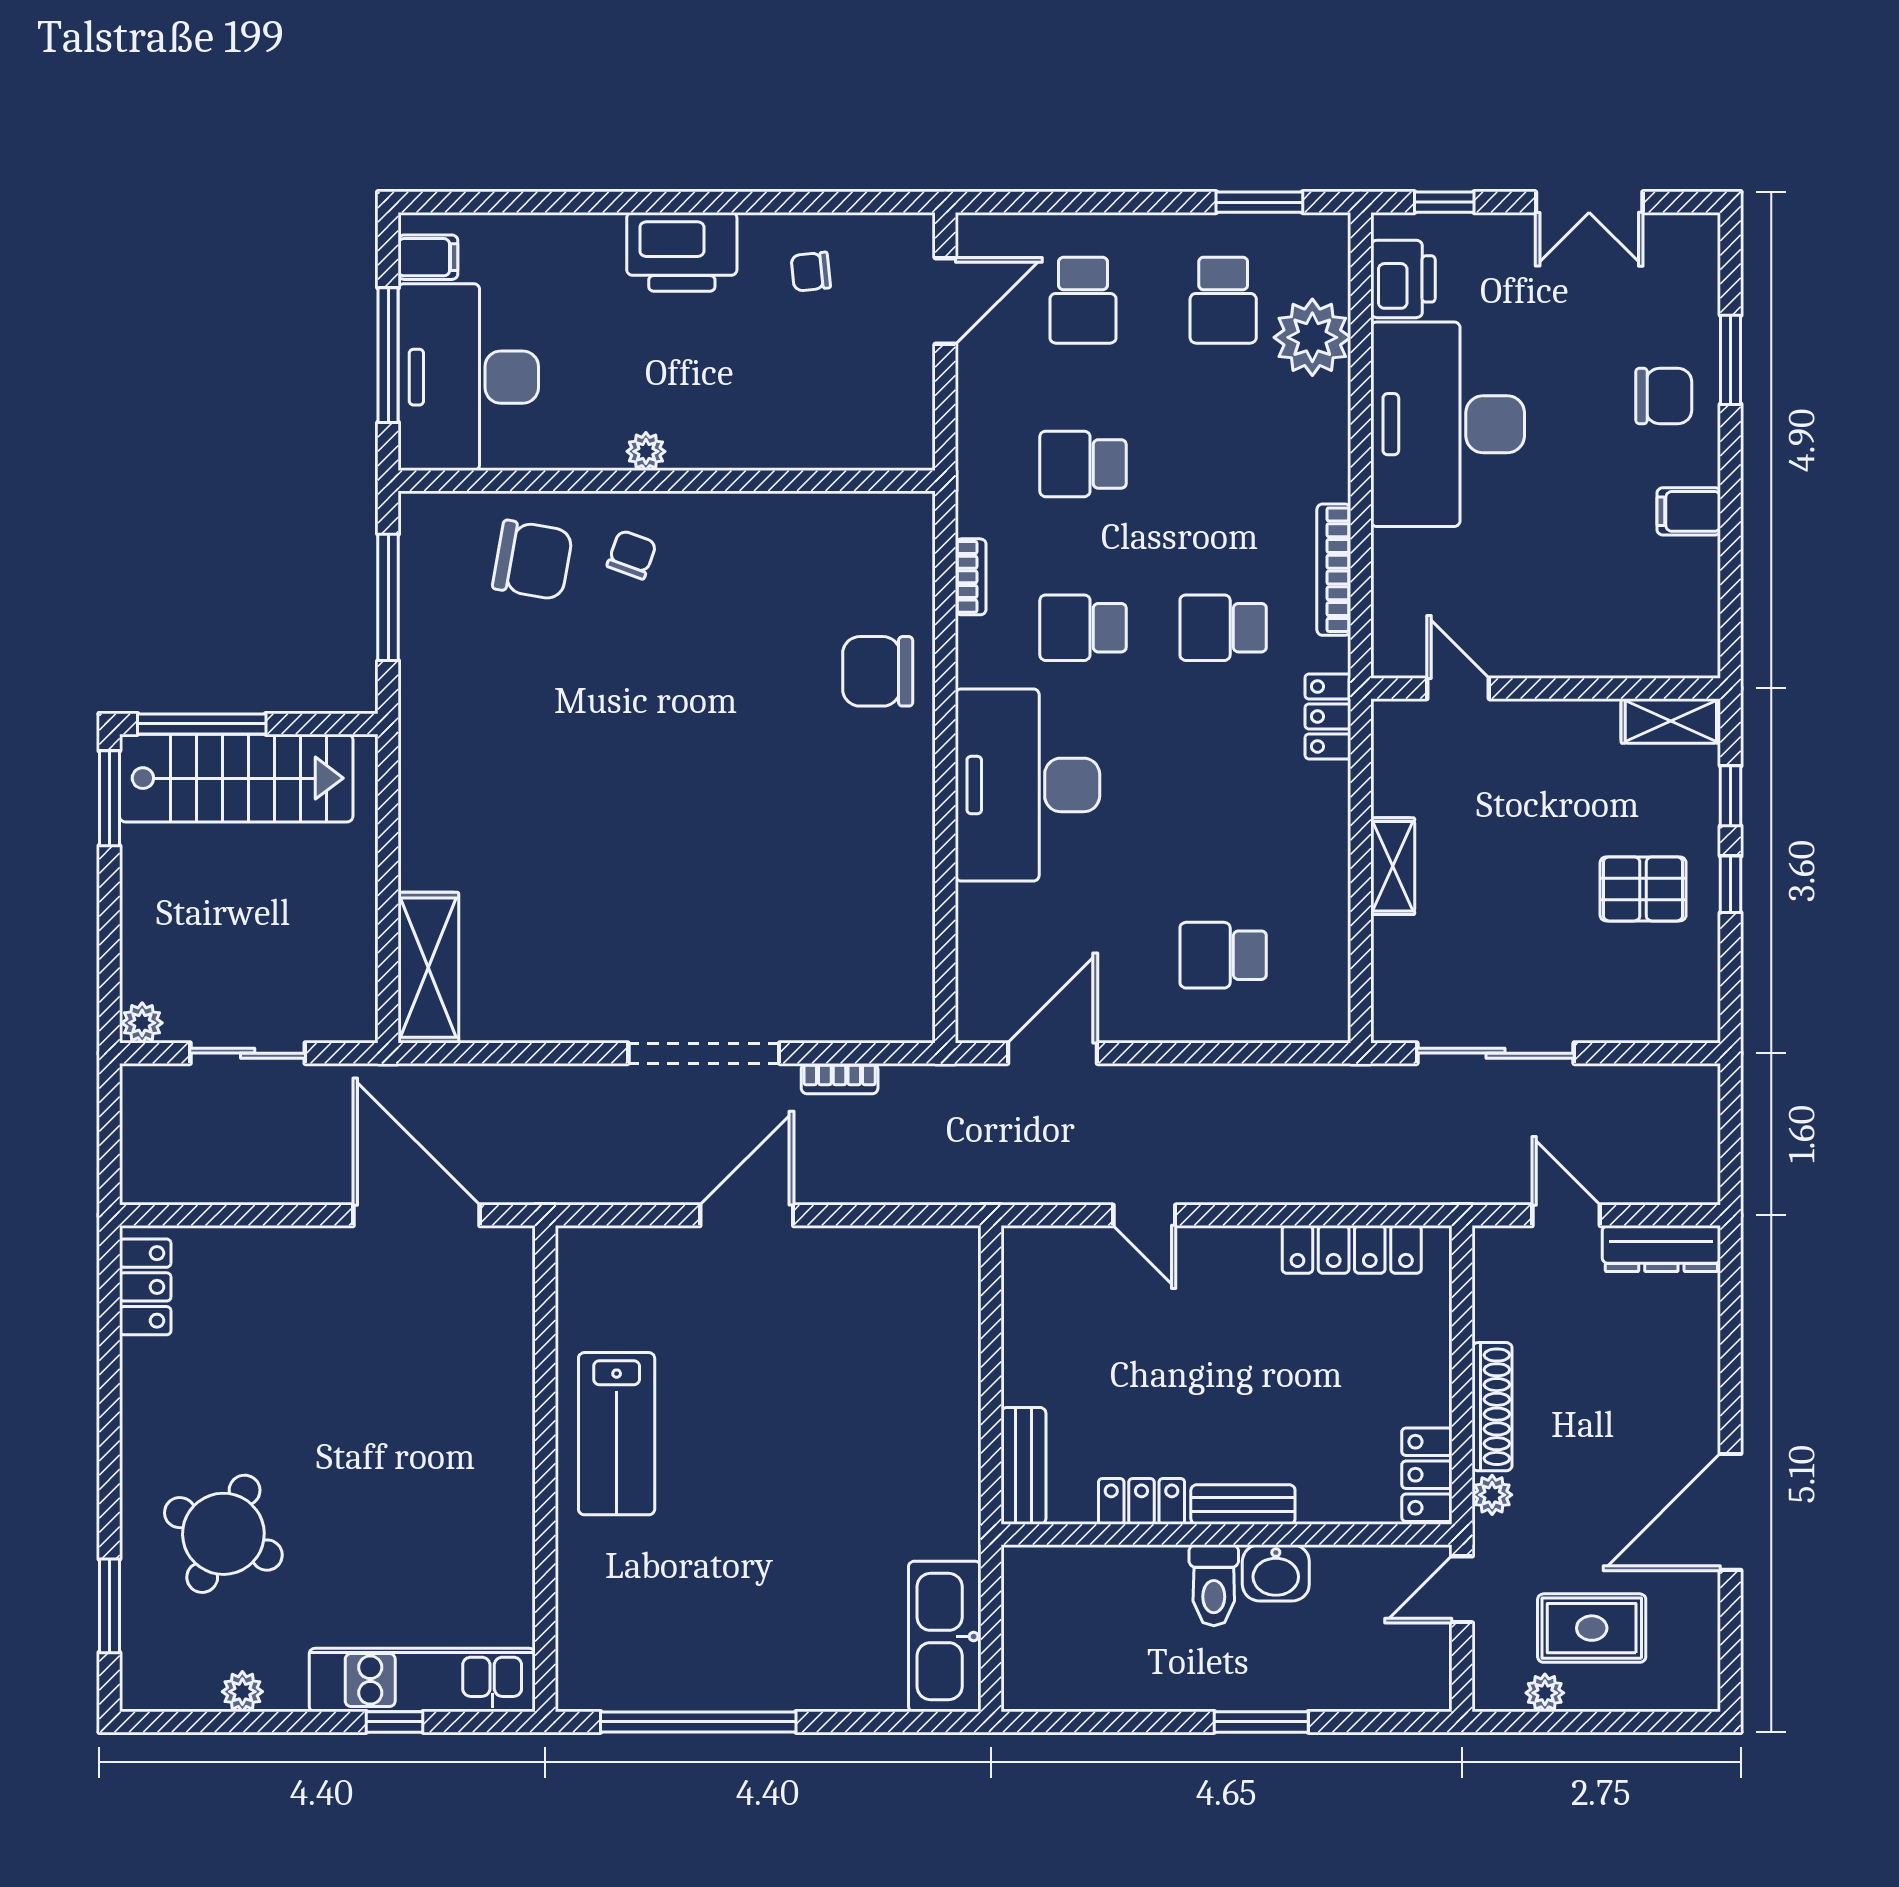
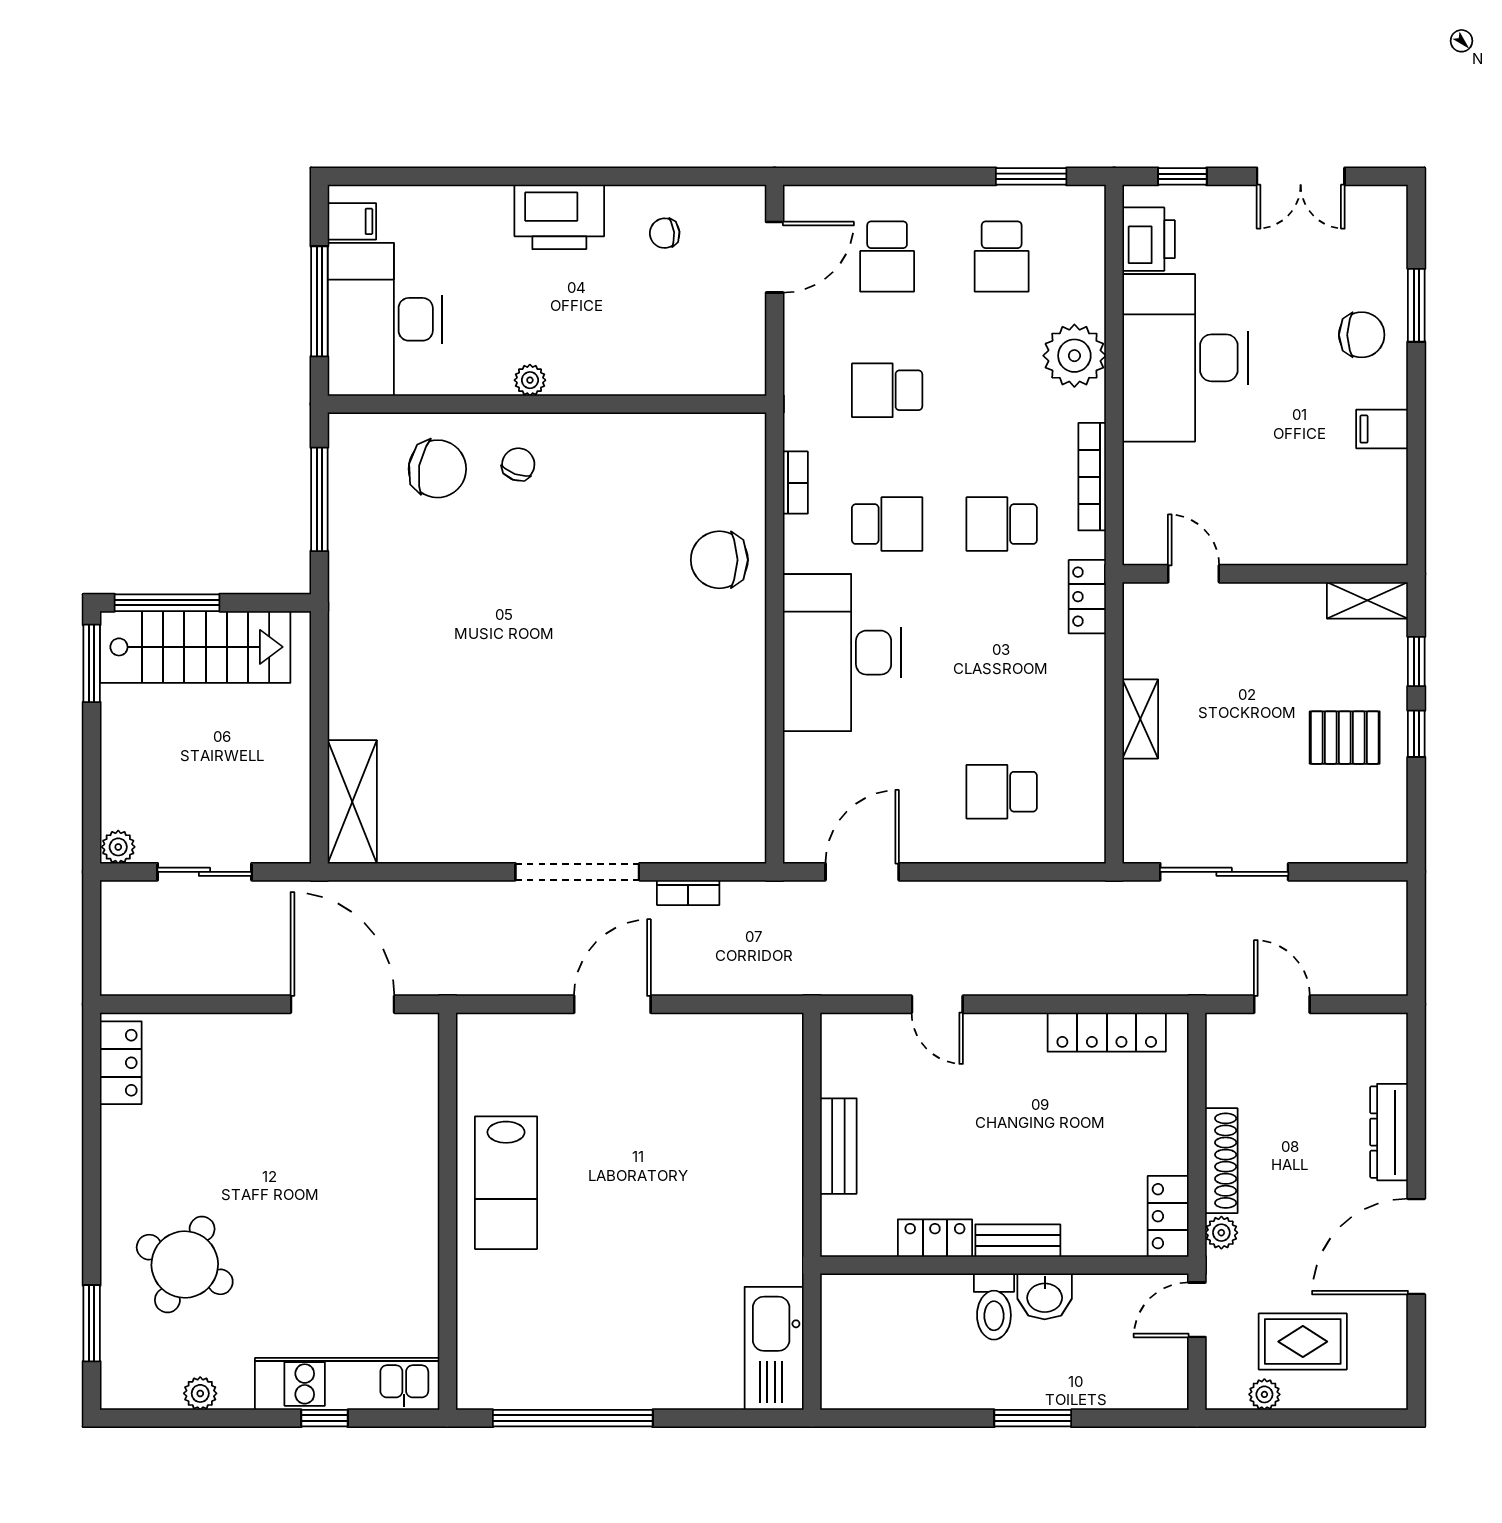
plant: (1312, 337) -> (1074, 356), moved
school desk: (1083, 628) -> (887, 524), turned 180
dresser: (1661, 1249) -> (1389, 1132), moved, turned 90
bench: (1023, 1466) -> (838, 1146), moved

